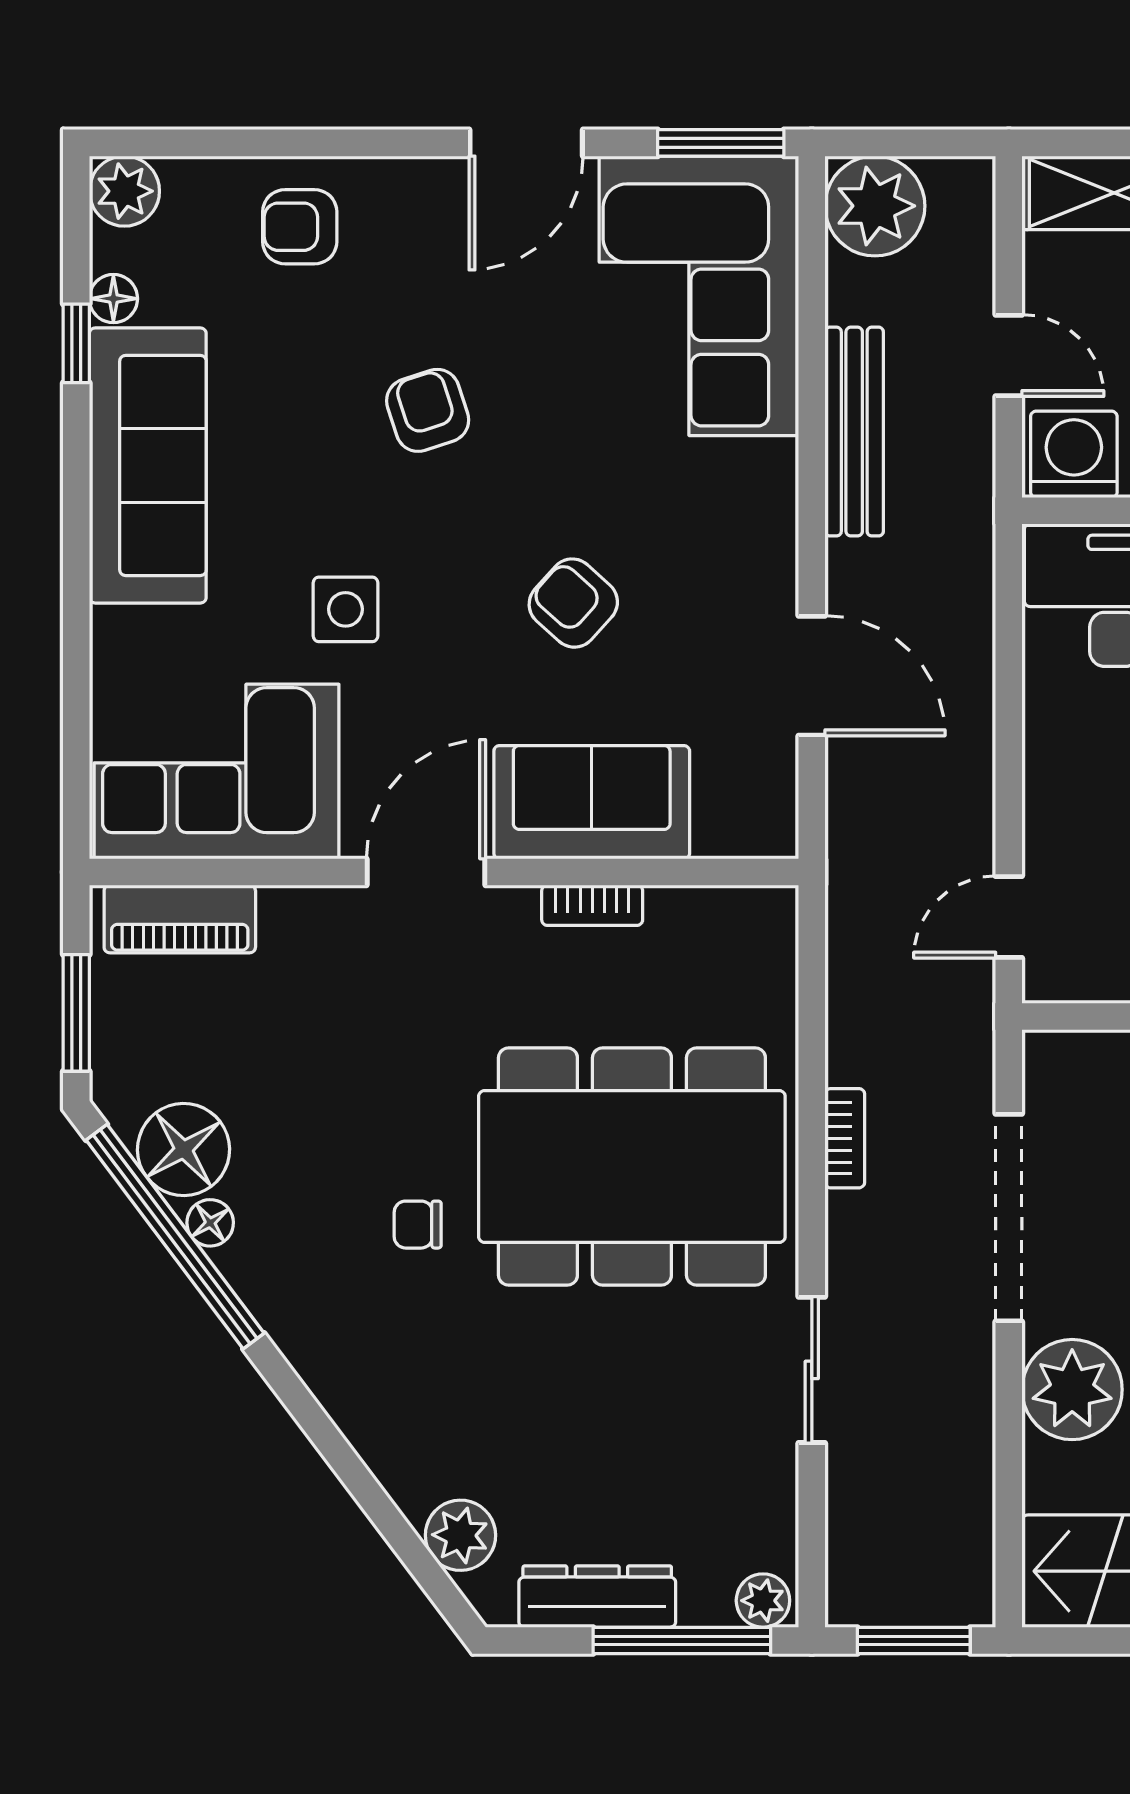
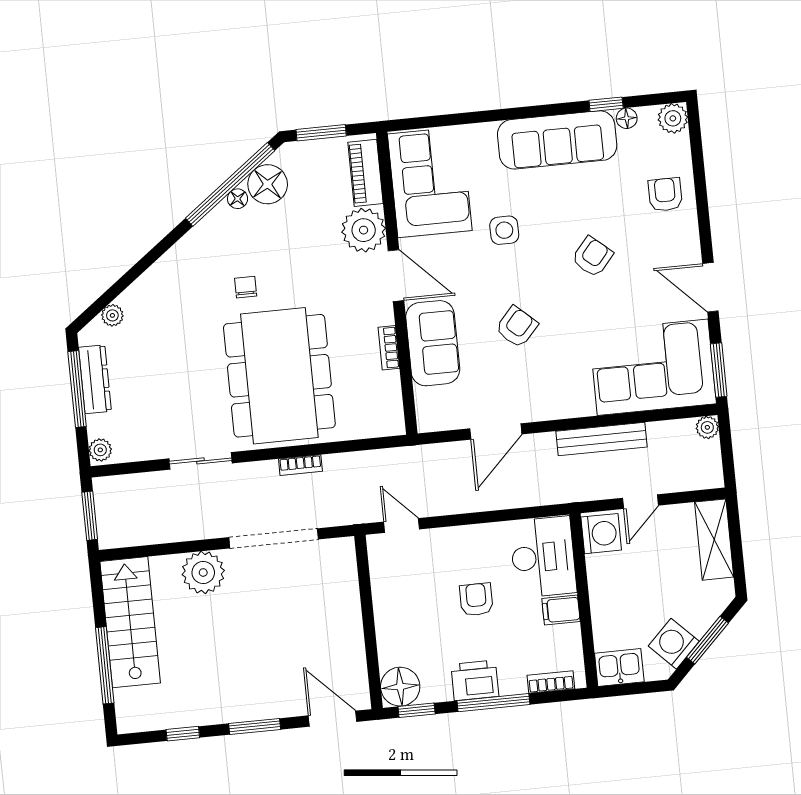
plant: (875, 206) -> (707, 427), width x0.53, depth x0.53
armchair: (428, 410) -> (592, 257), turned -32
plant: (313, 937) -> (364, 230), added
plant: (460, 1535) -> (112, 315), width x0.73, depth x0.73
window: (682, 1640) -> (77, 389), moved

